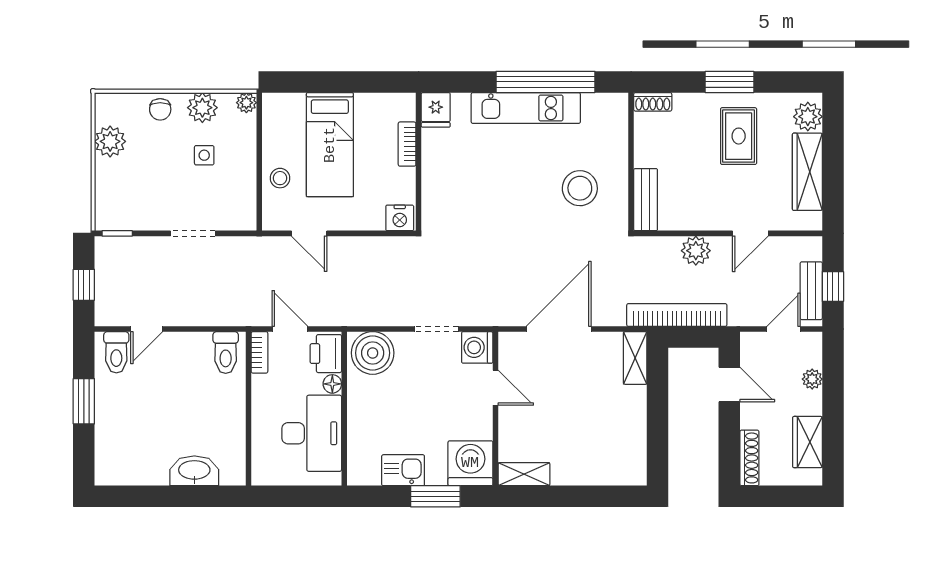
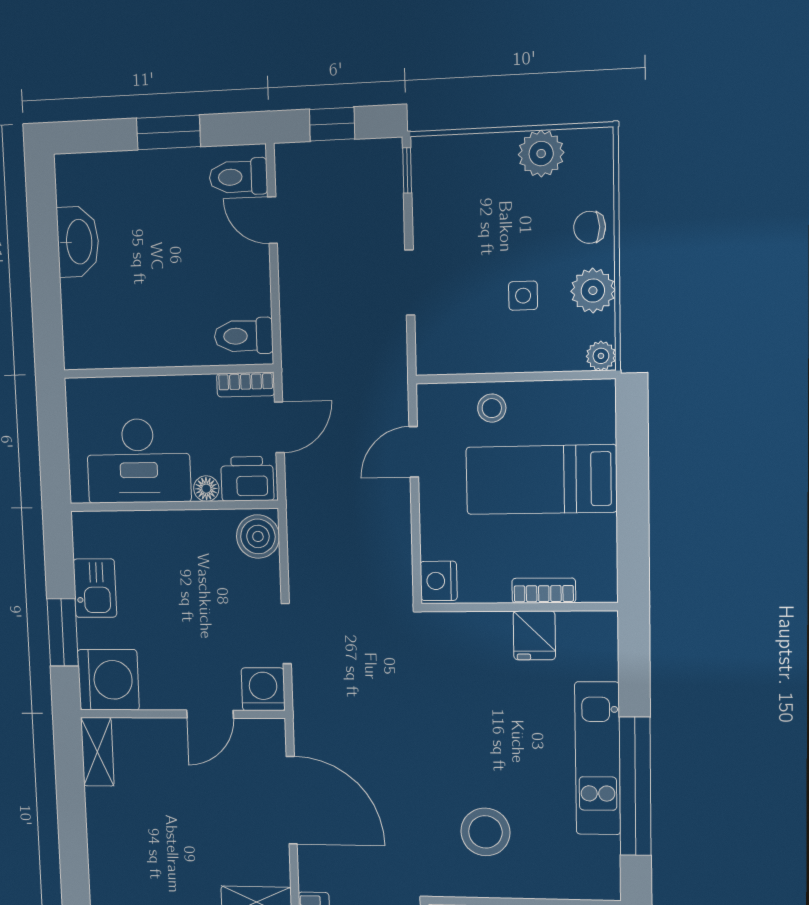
fridge: (436, 110) -> (534, 635), moved, turned -90
boiler: (373, 353) -> (258, 536), width x0.73, depth x0.73
washbasin: (194, 471) -> (78, 242), moved

